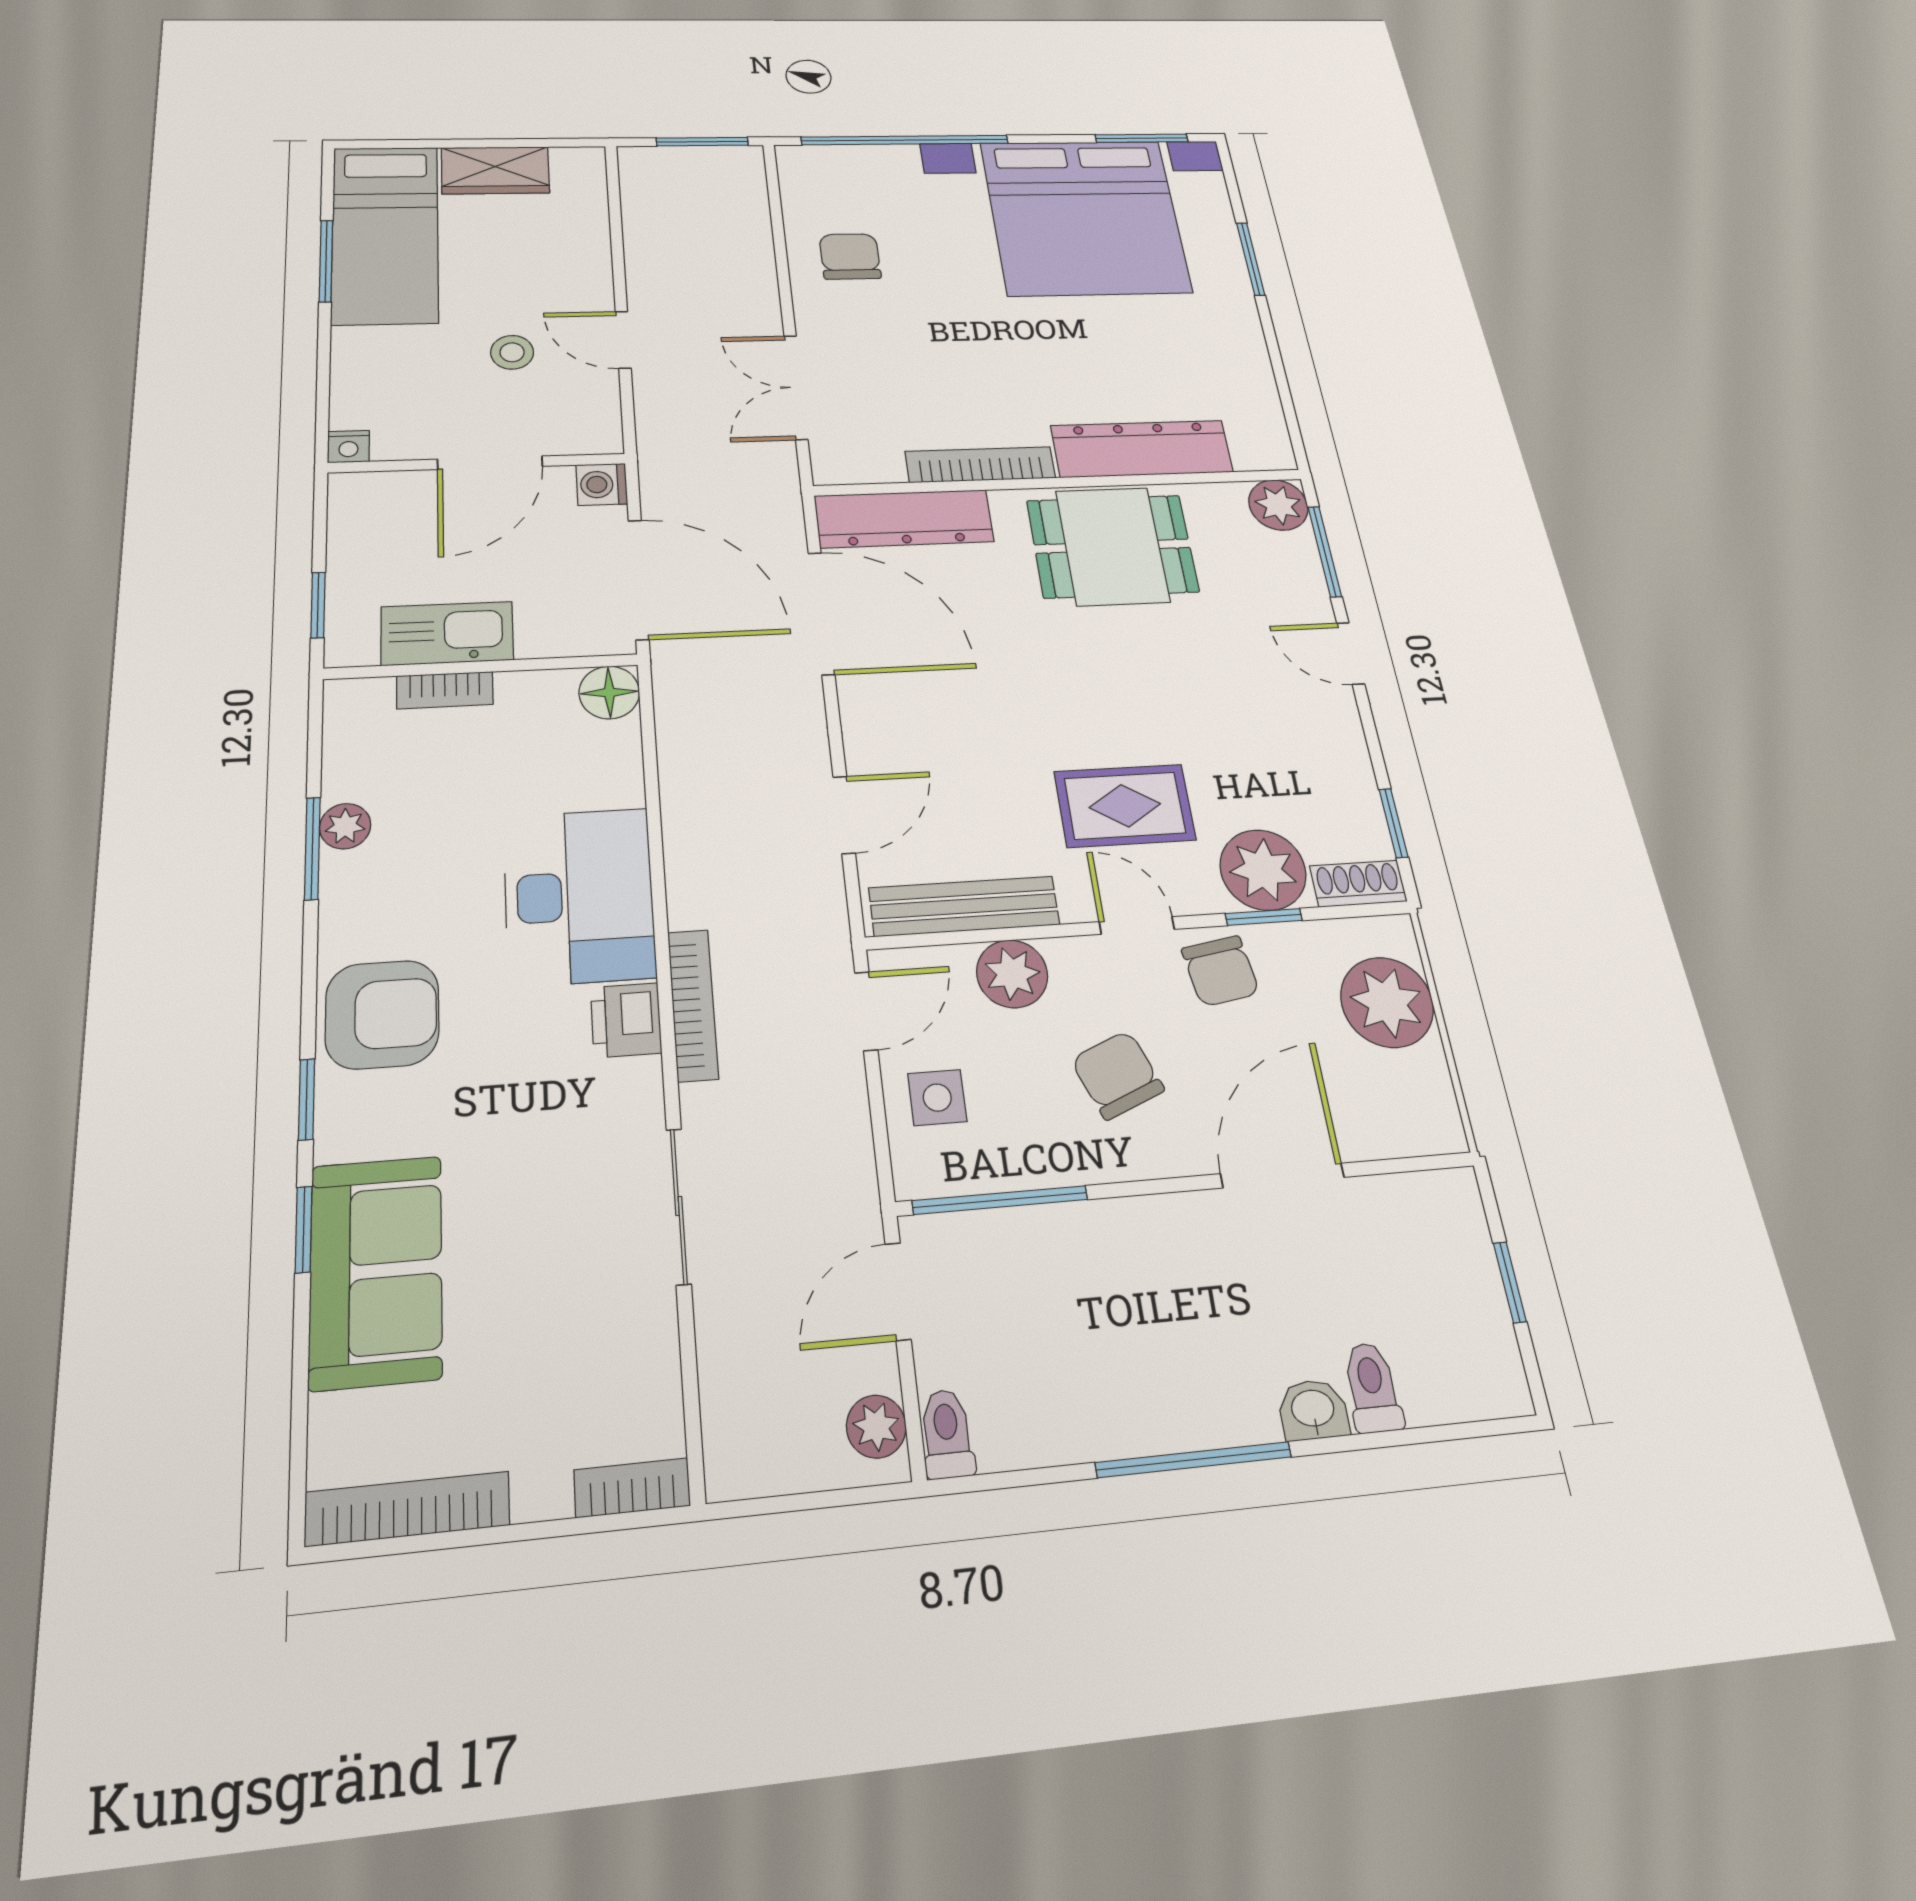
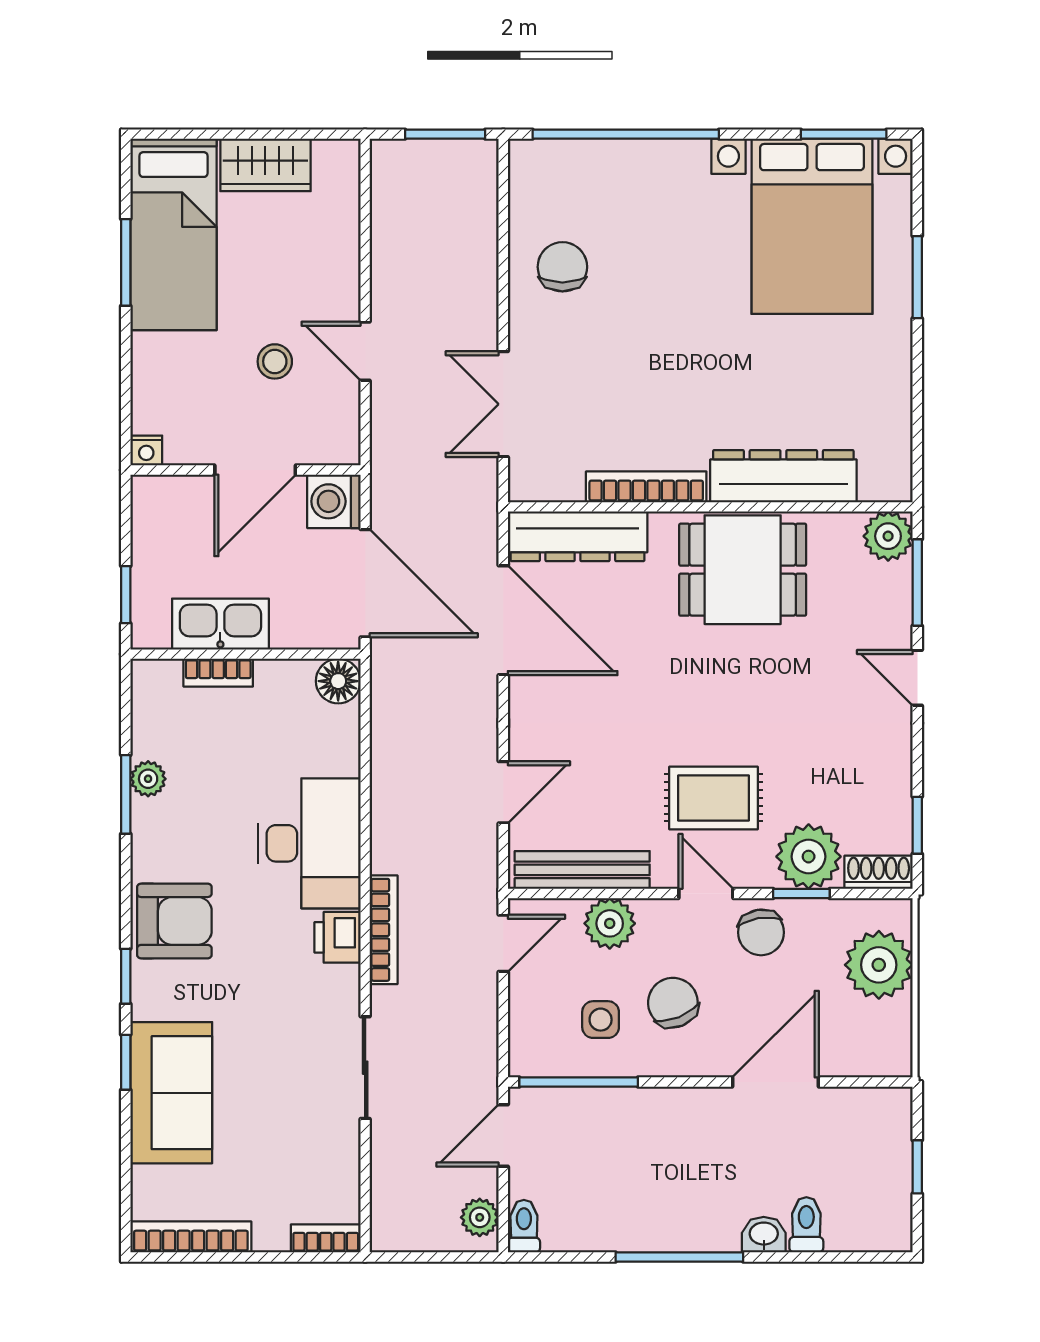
bed with nightstands: (1085, 217) -> (812, 226), width x0.73
washing machine: (602, 484) -> (334, 501), width x1.38, depth x1.38
side table: (937, 1098) -> (601, 1020), moved

